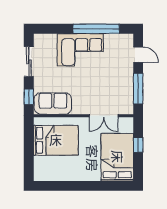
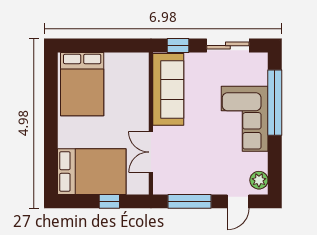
window: (96, 29) -> (275, 103), moved
plant: (123, 40) -> (259, 180), added
sofa: (53, 104) -> (168, 89), width x1.36
bed: (56, 140) -> (82, 84), moved

